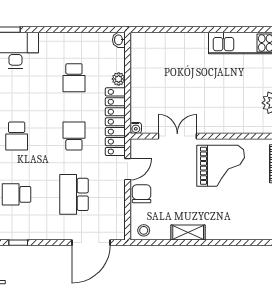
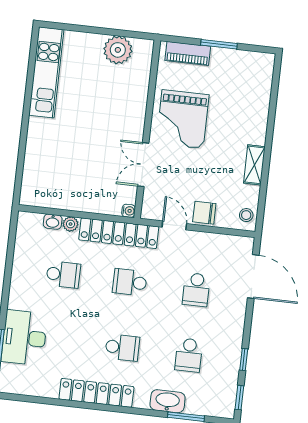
washbasin: (119, 40) -> (53, 222), moved
grand piano: (221, 166) -> (183, 119), turned 180
school desk: (74, 194) -> (196, 290), width x0.54

